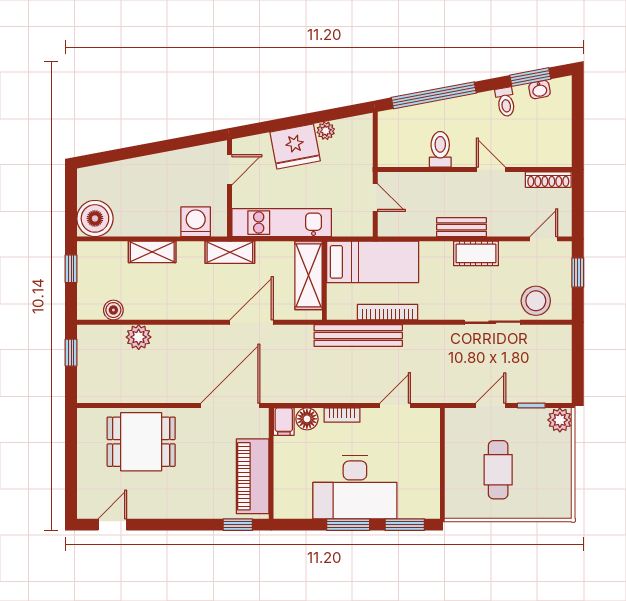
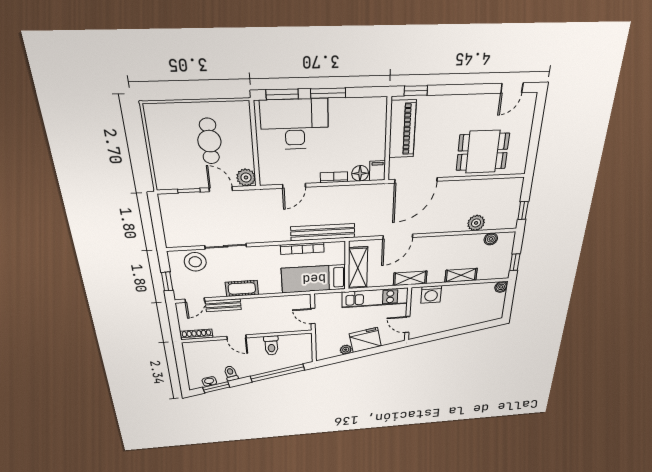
door: (230, 170) -> (407, 325), hinge flipped
boiler: (95, 218) -> (501, 287), width x0.54, depth x0.54
bench: (461, 227) -> (223, 305), moved
door: (491, 405) -> (221, 189), swing flipped
plant: (560, 420) -> (246, 177), moved
desk: (355, 487) -> (295, 124), moved

